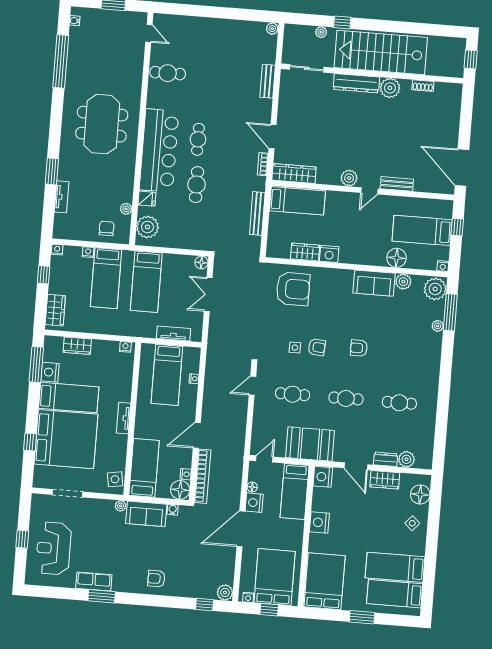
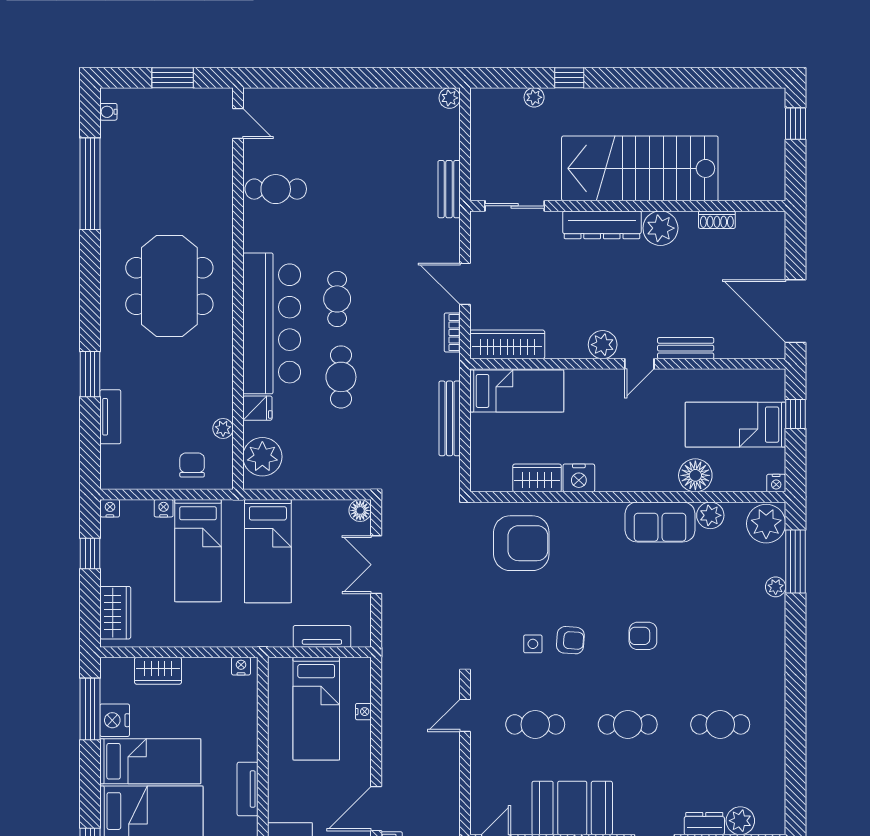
stairs: (381, 52) -> (640, 168), moved
sliding door: (307, 68) -> (515, 206), moved
wall: (372, 74) -> (628, 206), moved
dresser: (356, 83) -> (602, 225), moved
shoe rack: (423, 86) -> (717, 220), moved
plant: (390, 88) -> (660, 228), moved

